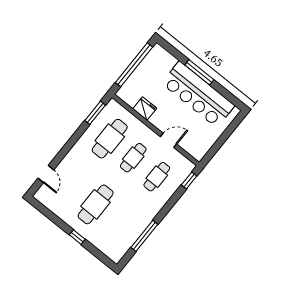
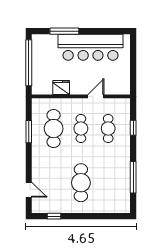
window: (199, 72) -> (64, 31), moved
window: (95, 113) -> (29, 132), moved
window: (189, 180) -> (133, 128), moved
window: (77, 237) -> (54, 216), moved

